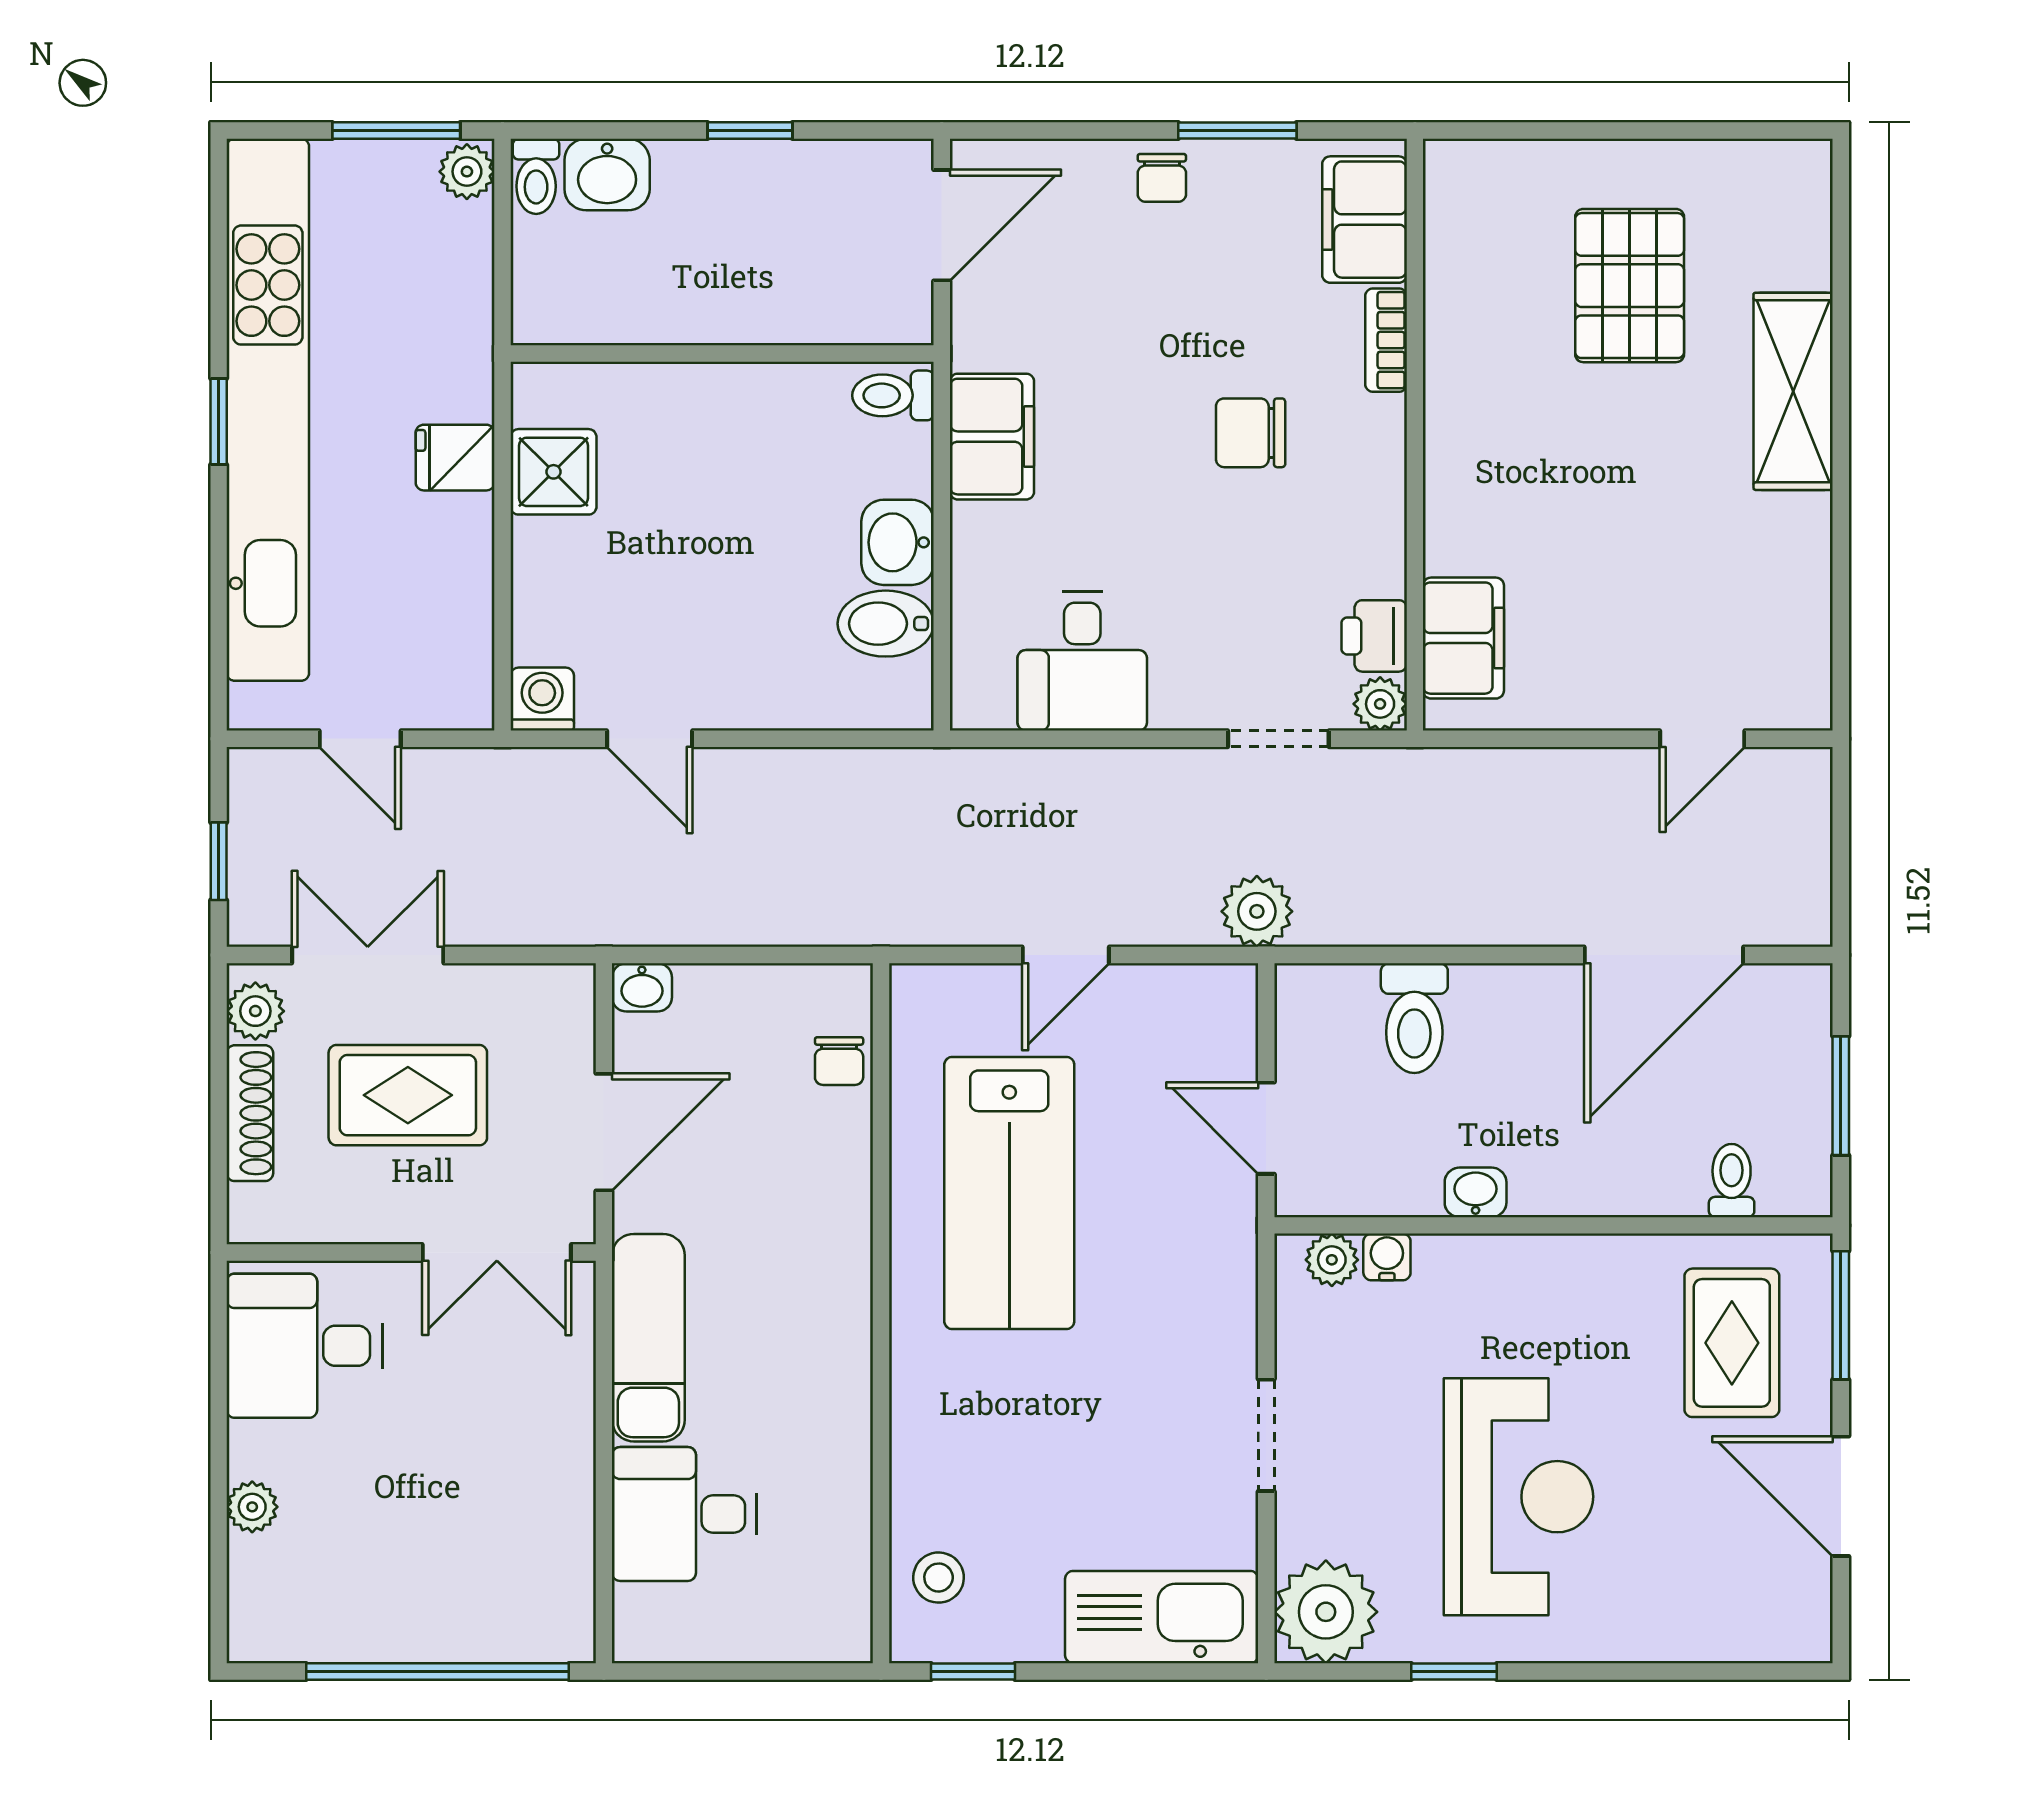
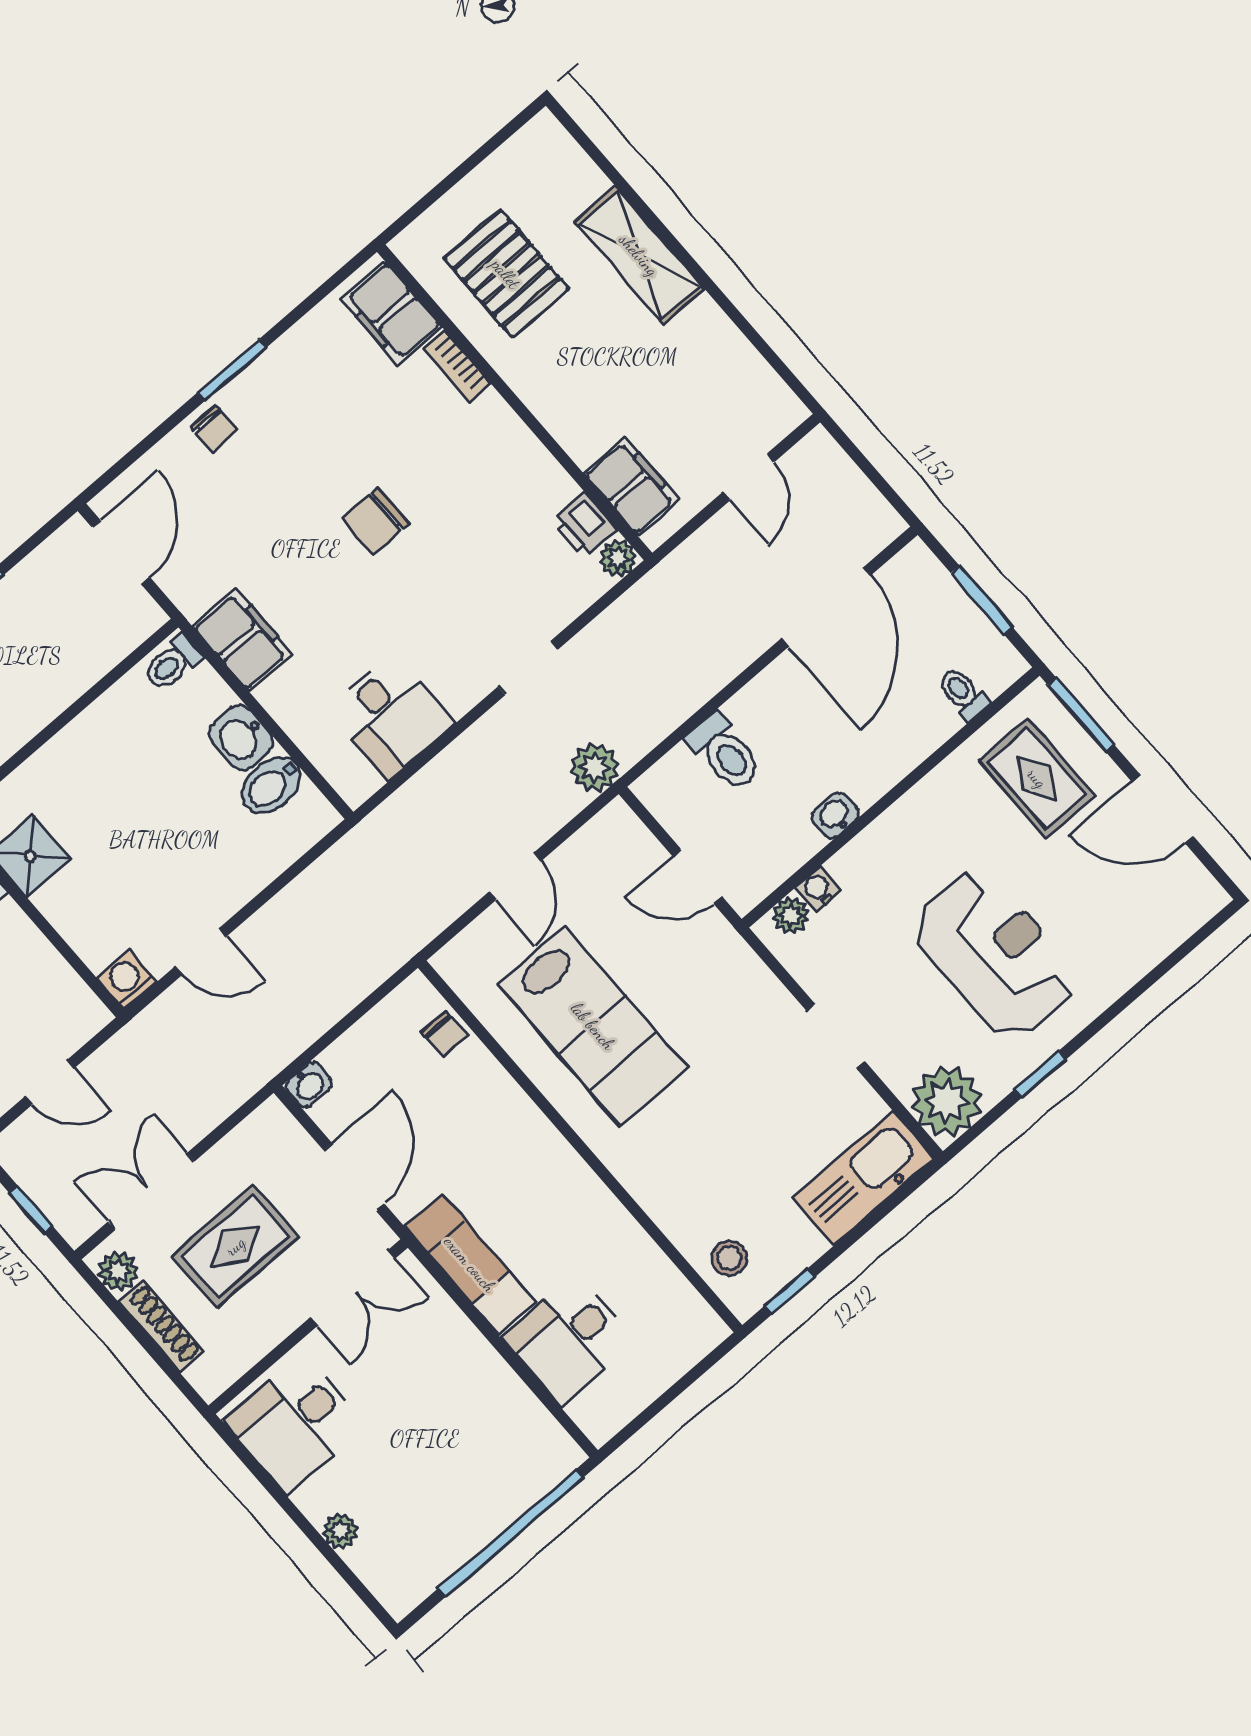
filing cabinet: (1365, 220) -> (391, 313), moved
bookcase: (1386, 340) -> (457, 366), moved
wall: (1415, 435) -> (515, 402), moved
printer: (1374, 636) -> (584, 526), moved
filing cabinet: (1463, 638) -> (632, 486), moved
plant: (1380, 704) -> (618, 558), moved

